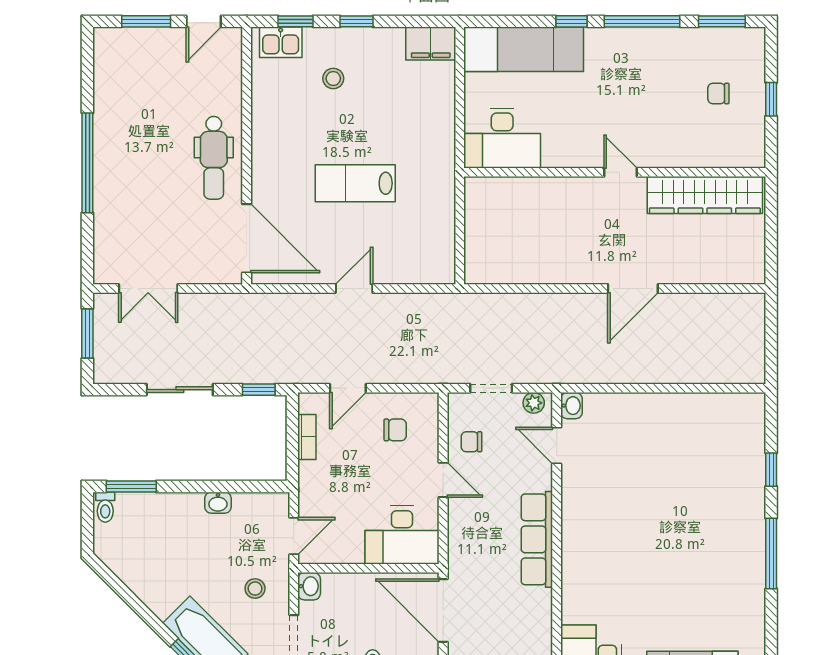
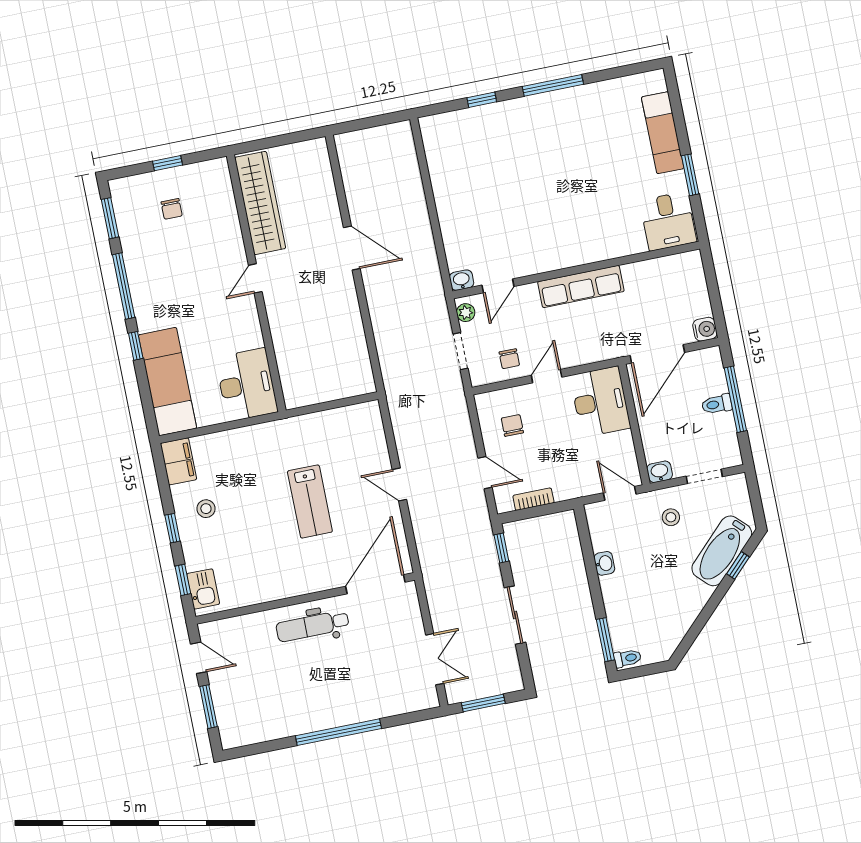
stool: (333, 79) -> (206, 509), moved
dental chair: (214, 158) -> (313, 626), turned 180

